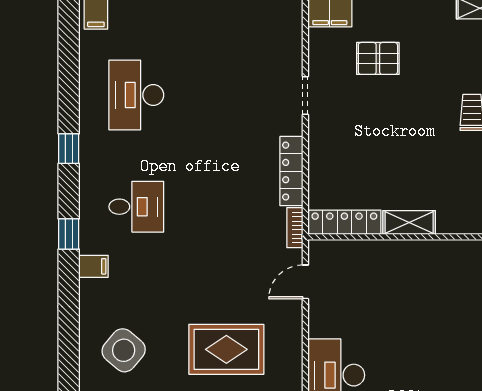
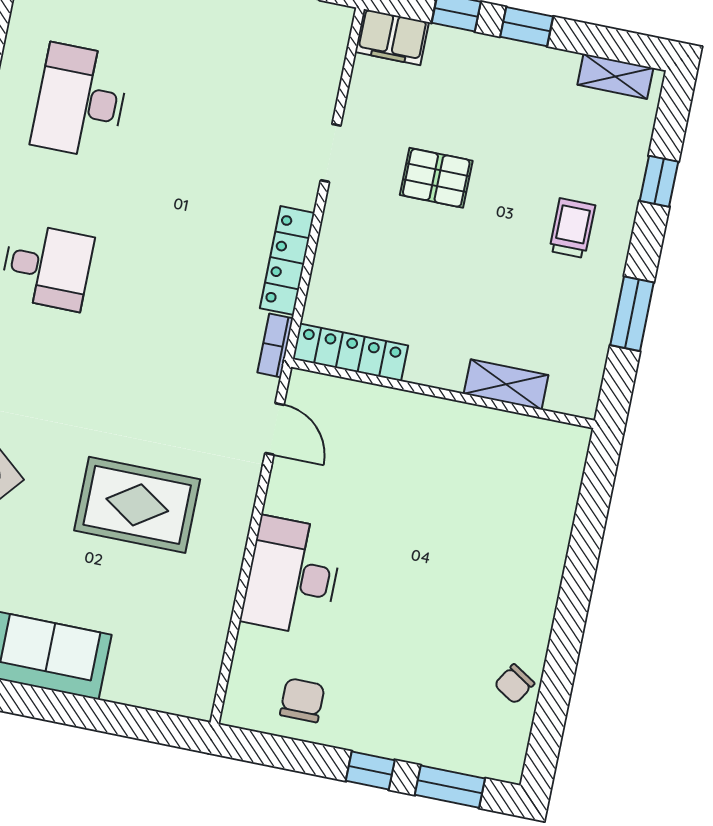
pallet: (378, 58) -> (436, 178), moved
shelving: (409, 223) -> (506, 384), moved
door: (305, 282) -> (275, 429), swing flipped

